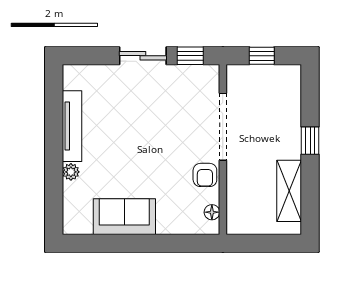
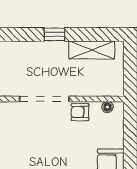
armchair: (205, 175) -> (80, 112), turned 180

